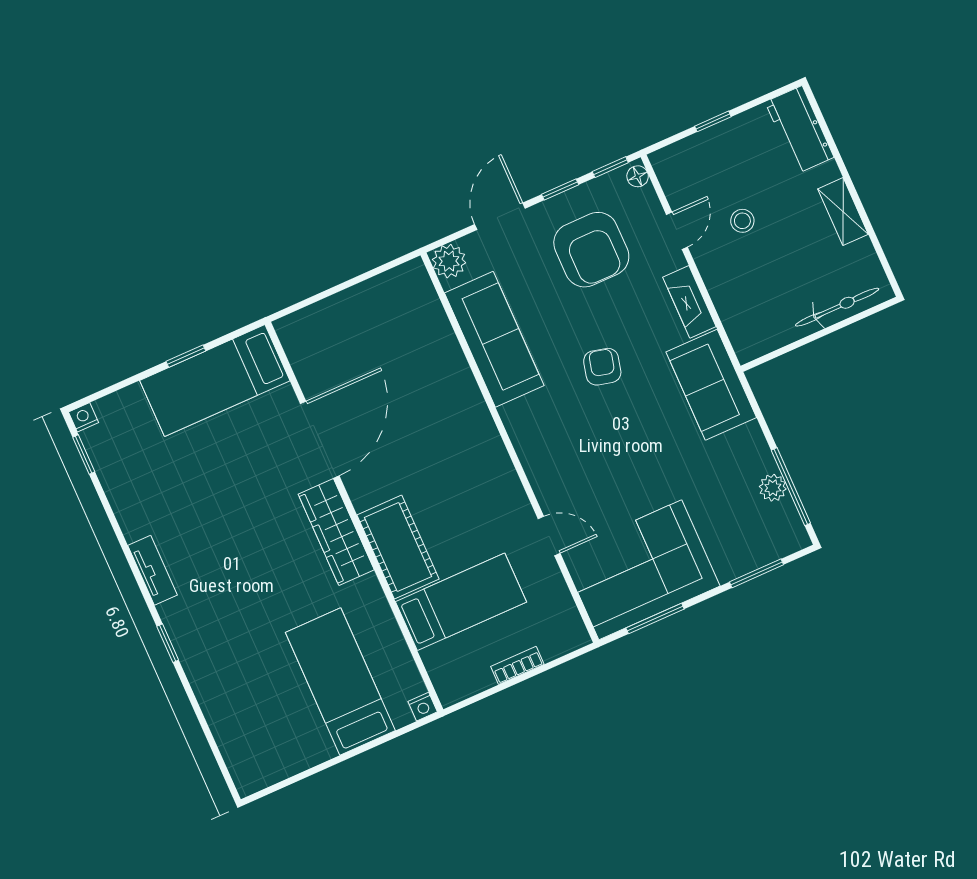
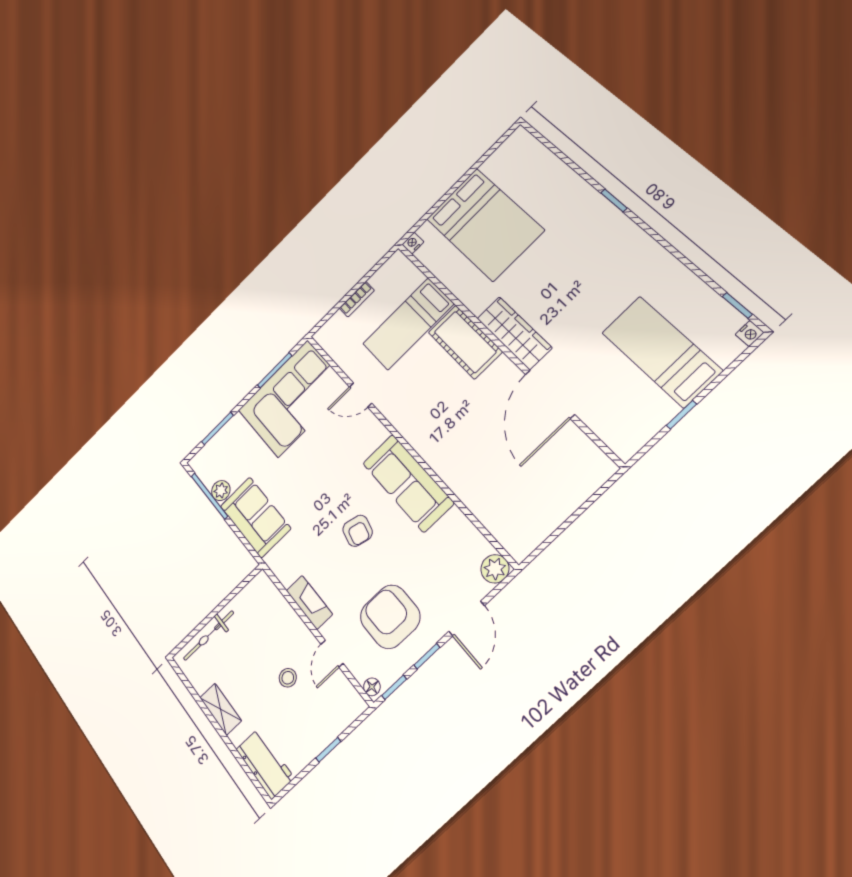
sofa: (494, 339) -> (408, 483), moved
bed: (215, 381) -> (661, 351), moved, turned -90
sofa: (711, 385) -> (255, 517), moved
tv unit: (153, 570) -> (646, 245), removed
bed: (340, 681) -> (485, 224), width x1.50

